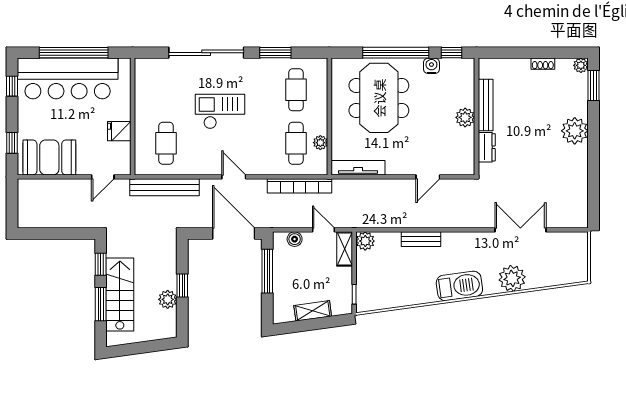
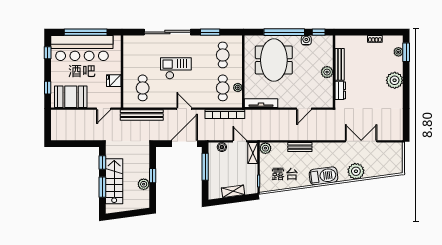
plant: (581, 65) -> (398, 52), moved
door: (234, 234) -> (184, 144), hinge flipped

